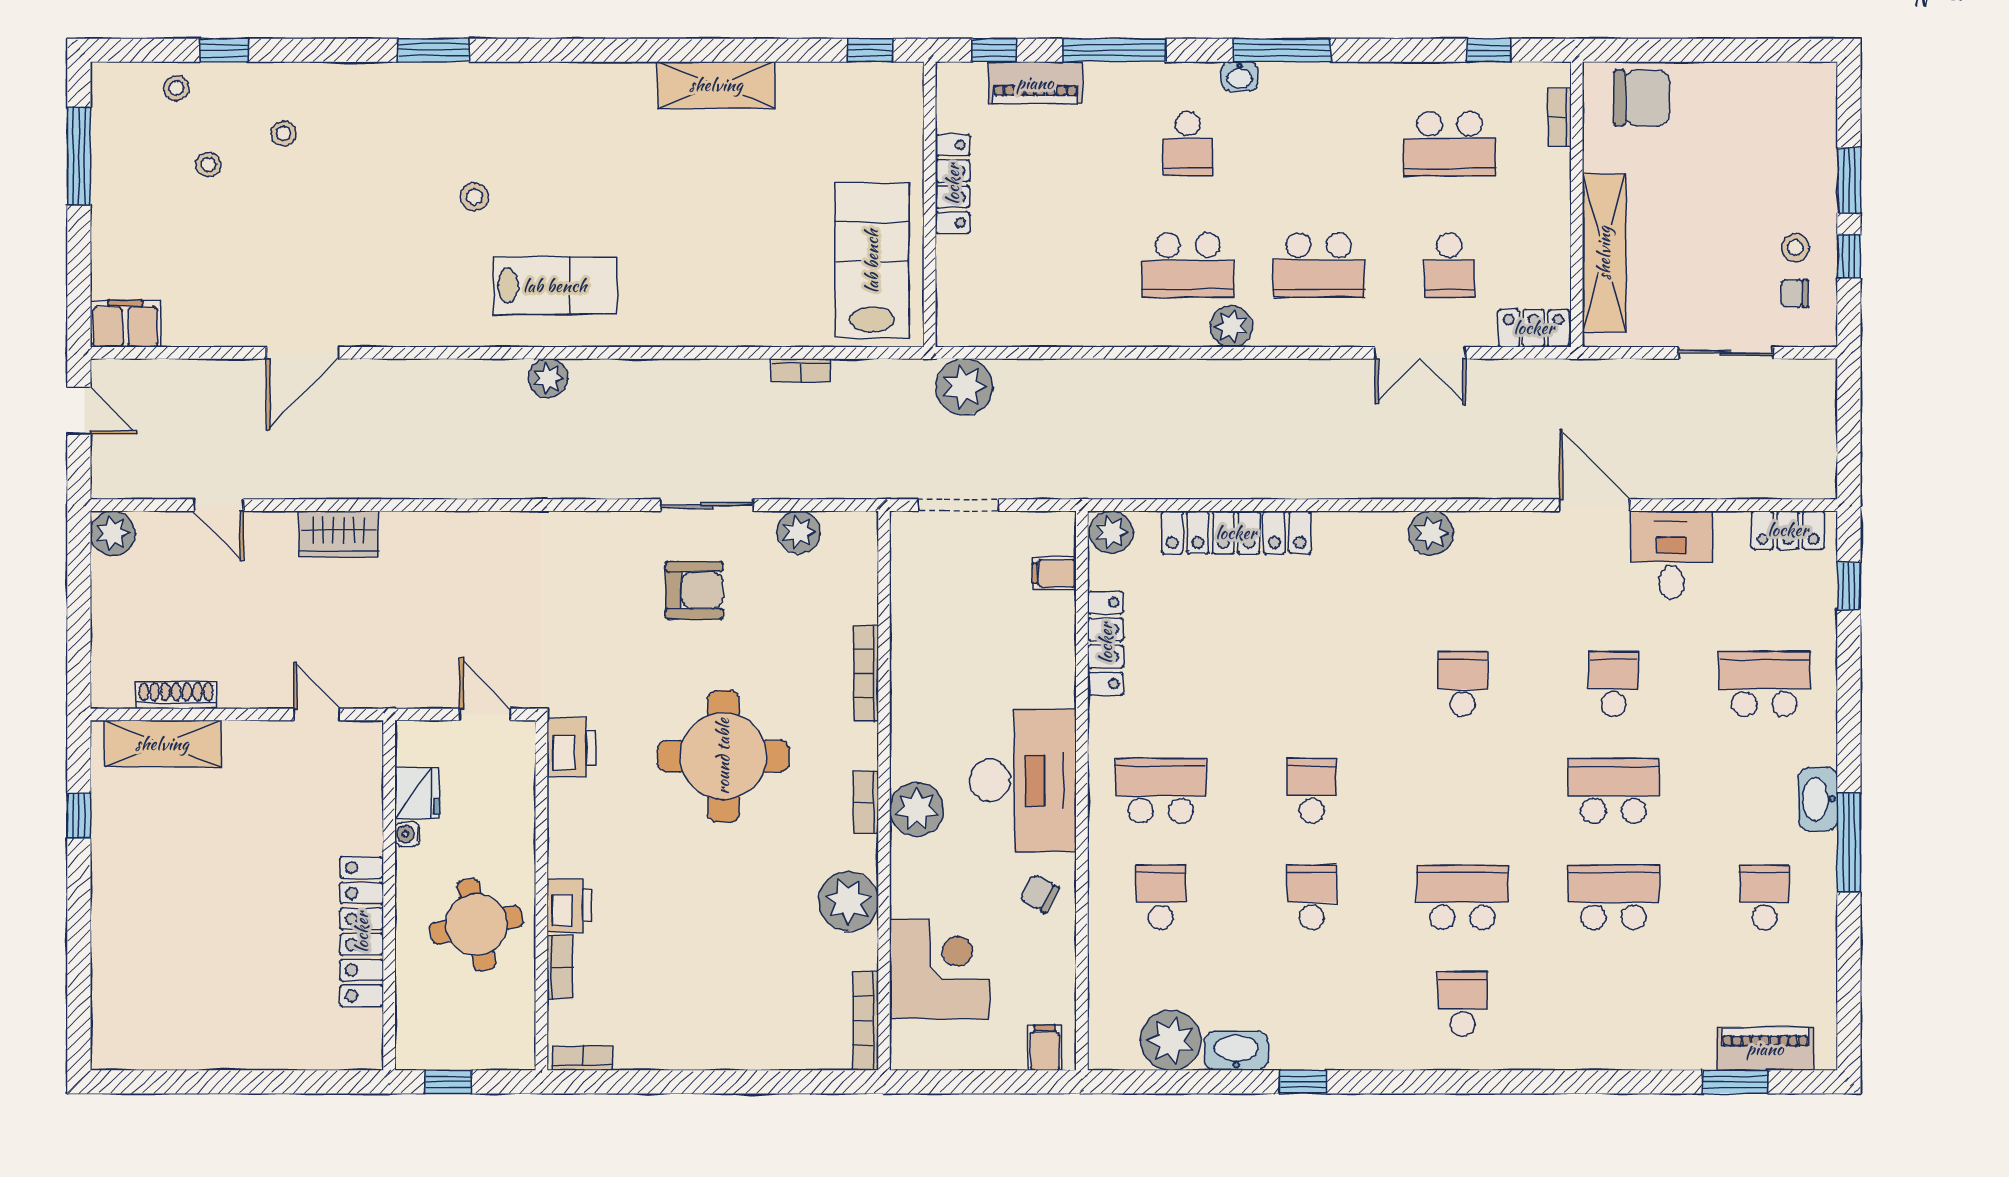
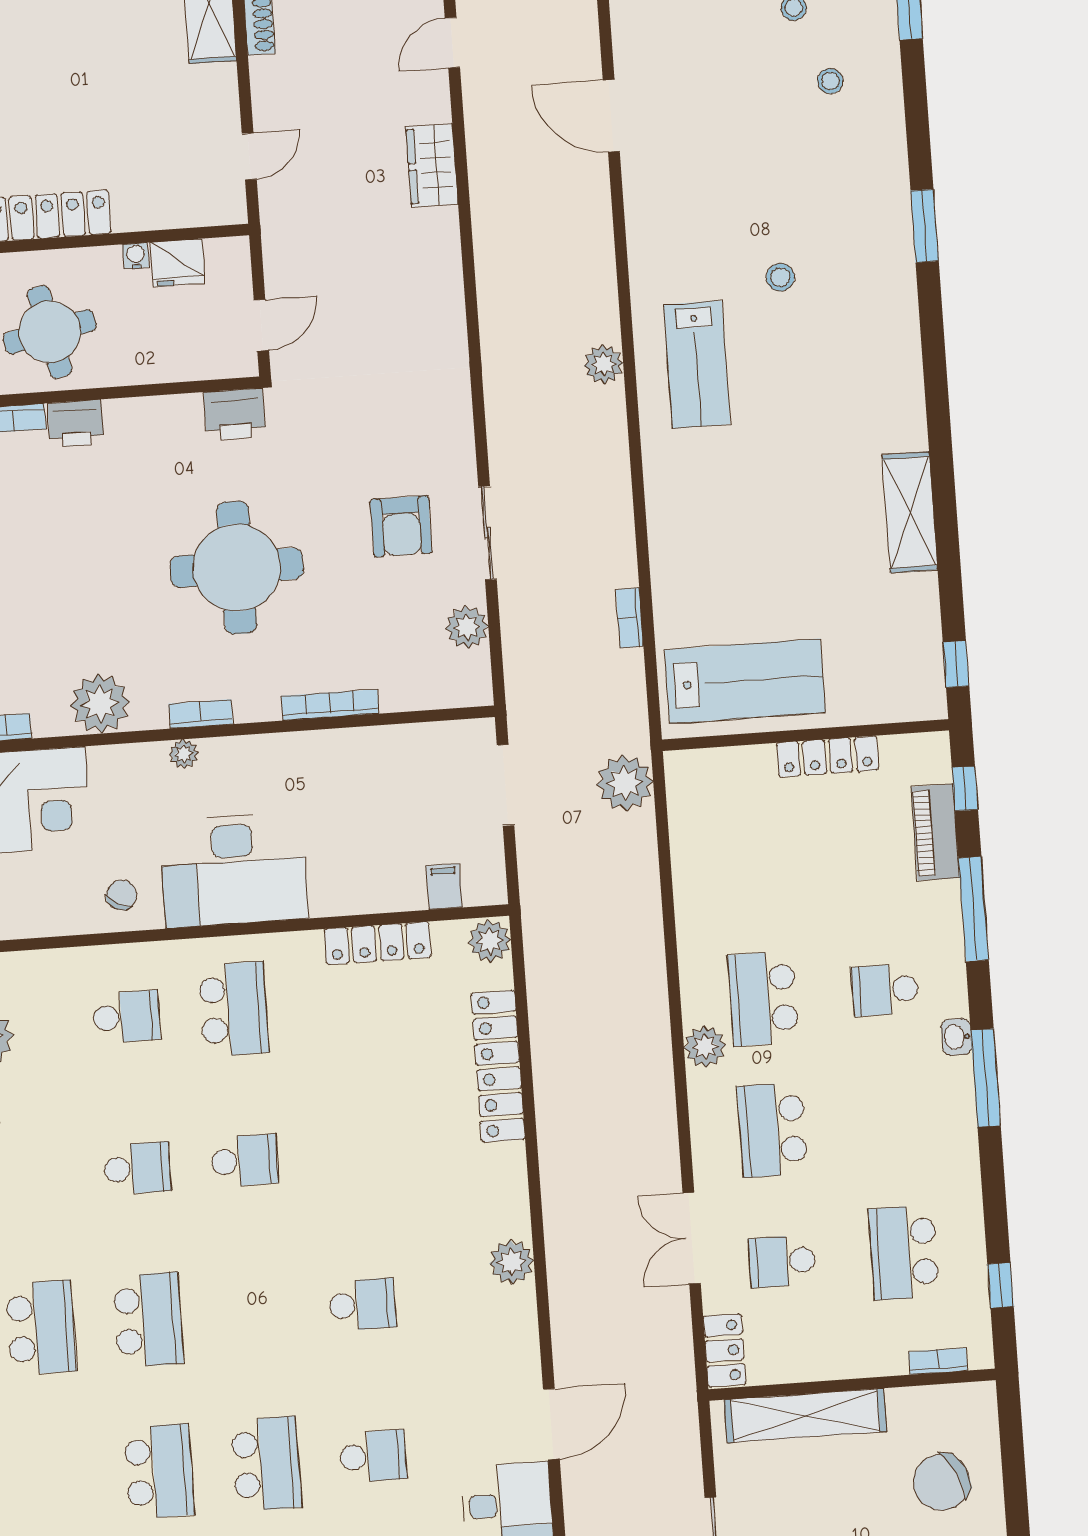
chair: (1642, 98) -> (942, 1482), moved, turned 64
plant: (917, 809) -> (184, 754), width x0.53, depth x0.53
school desk: (1463, 1004) -> (41, 1328), width x1.85

